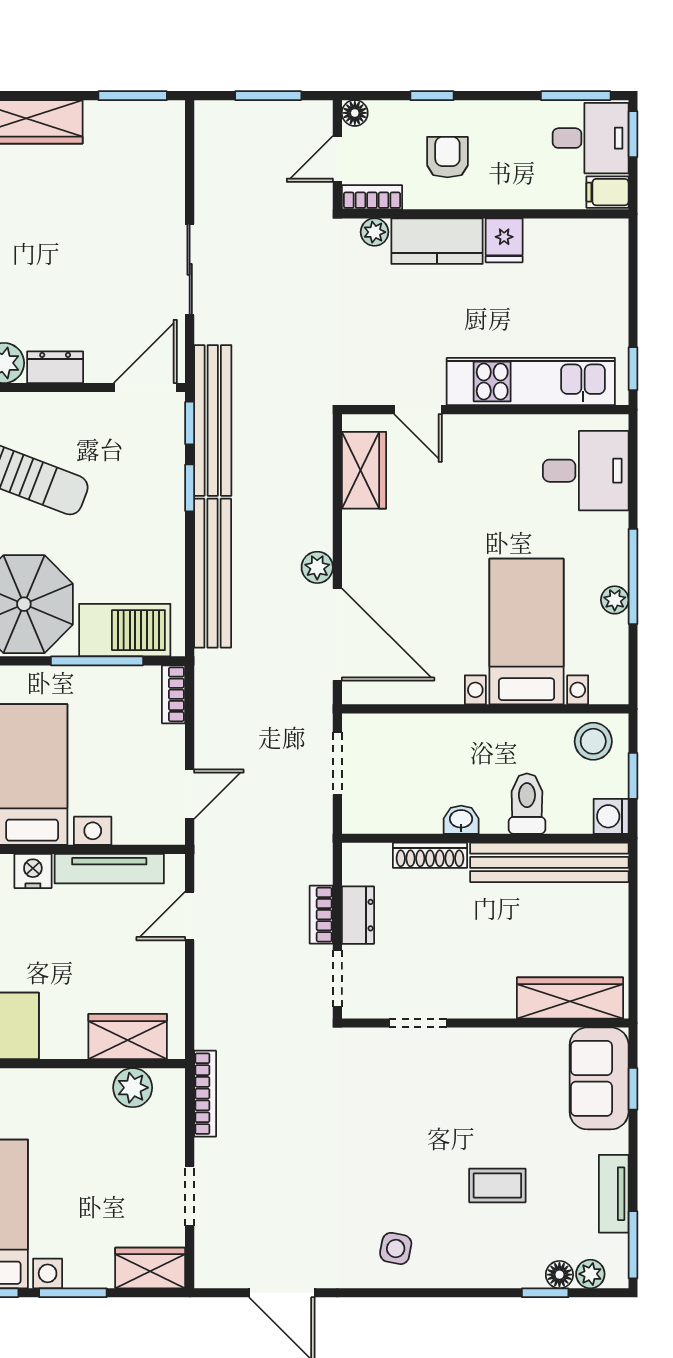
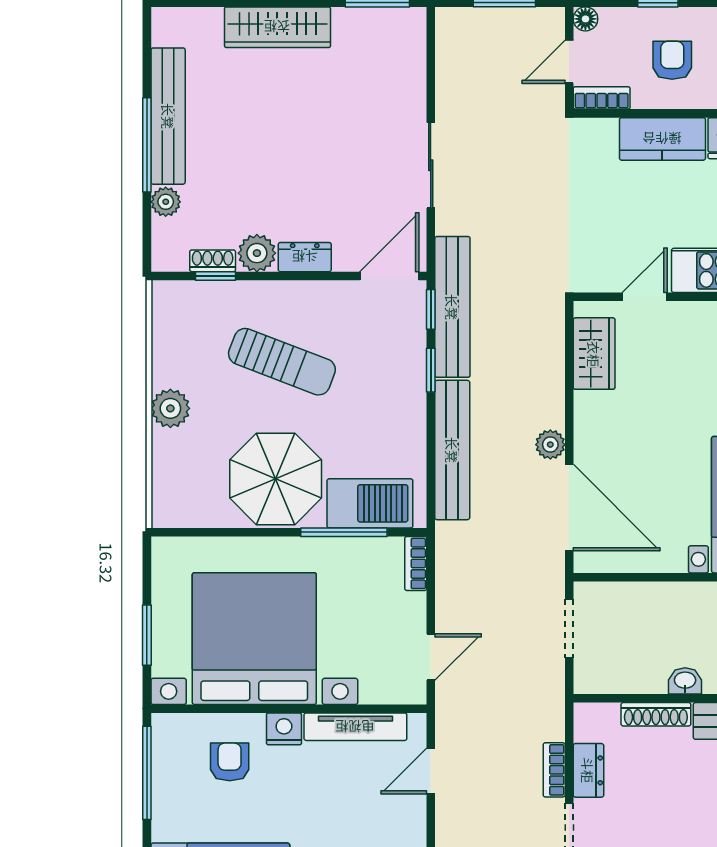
plant: (374, 232) -> (604, 130), removed
door: (418, 410) -> (645, 297), swing flipped

